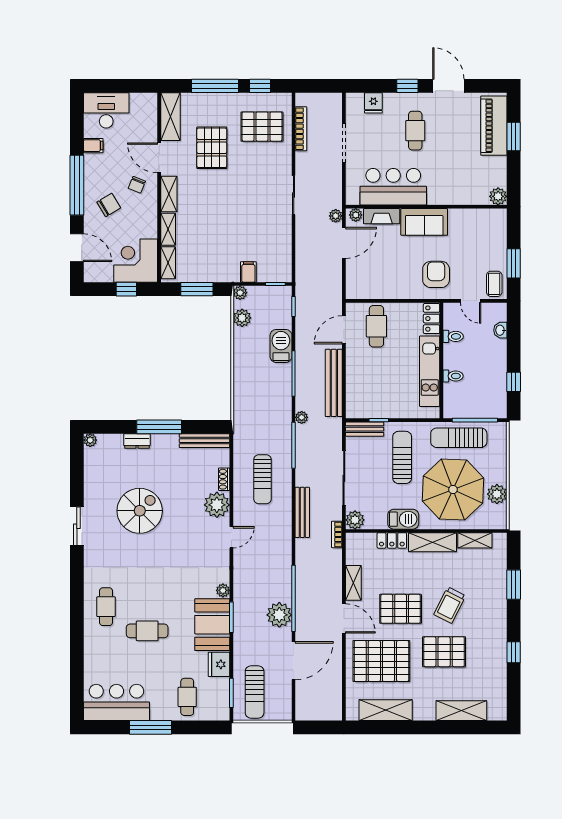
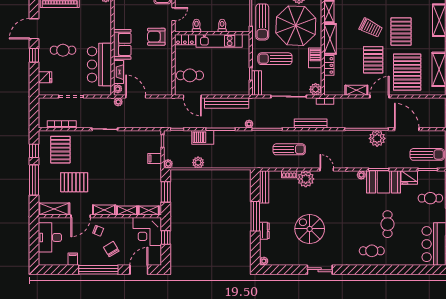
desk: (106, 110) -> (50, 237), moved
plant: (242, 318) -> (198, 163), moved

